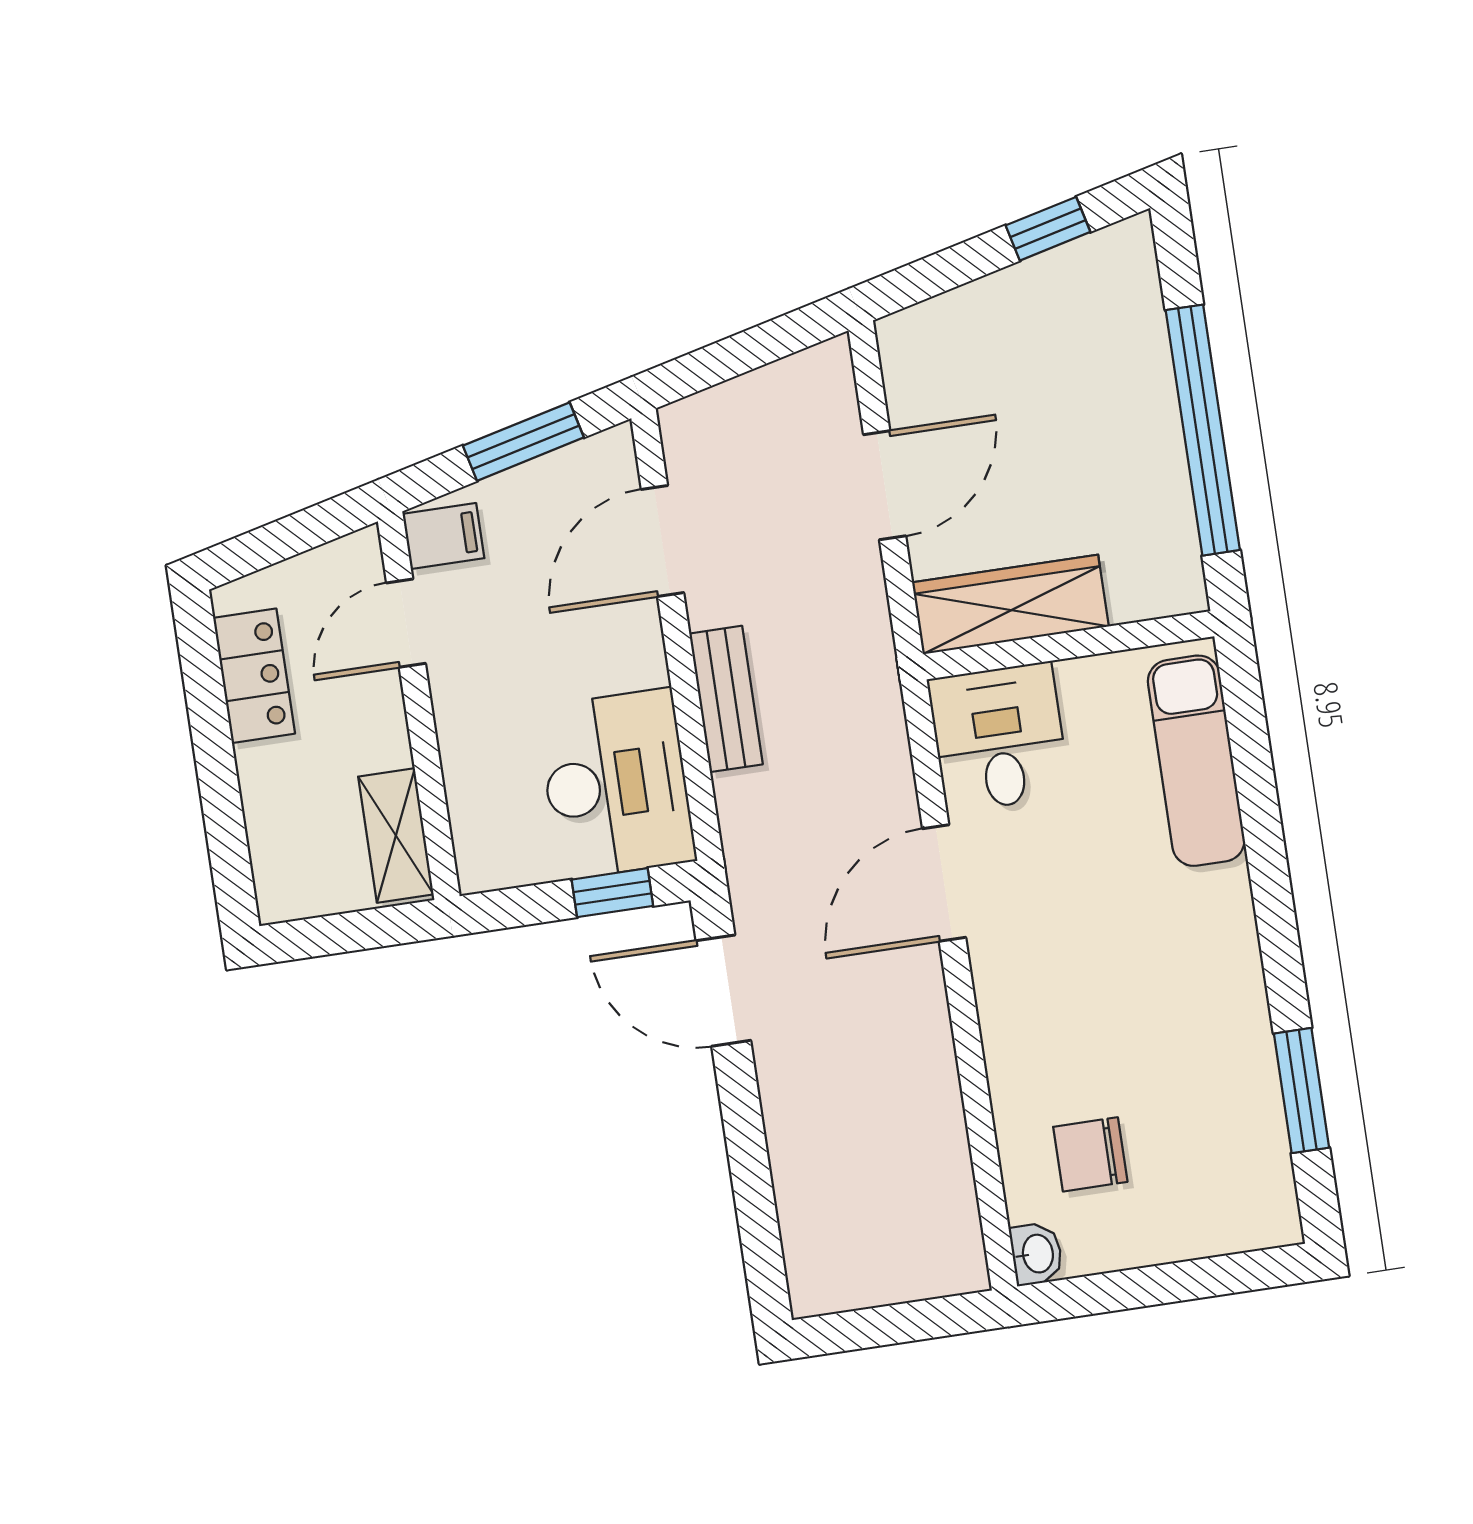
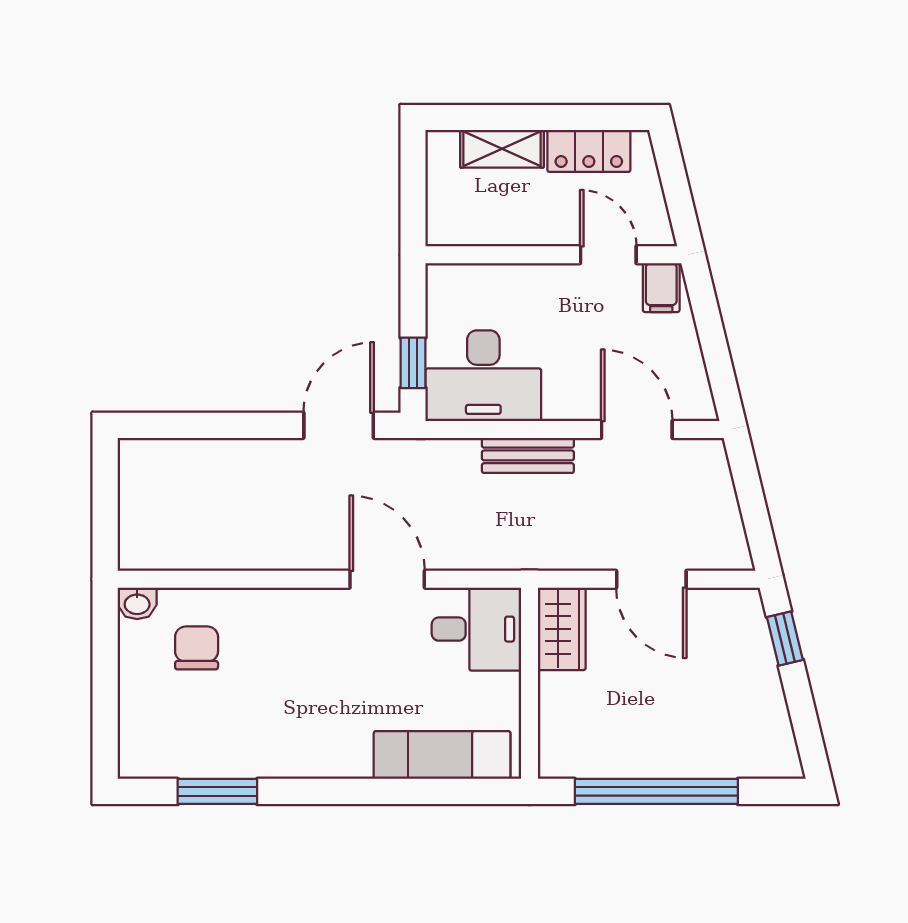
window: (1048, 229) -> (785, 638), moved
window: (523, 442) -> (715, 349), removed
wardrobe: (1010, 604) -> (562, 629), width x0.67
shelving: (396, 835) -> (502, 149), moved

